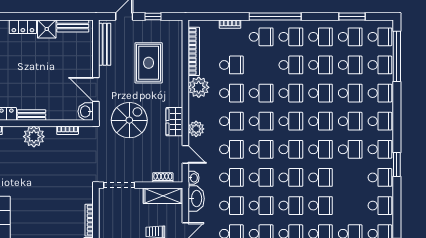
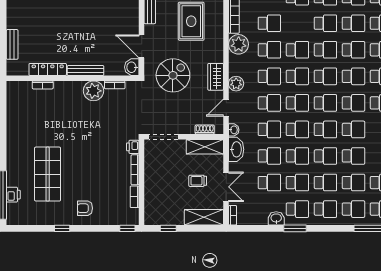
bench: (31, 115) -> (86, 71), width x1.36
plant: (34, 137) -> (93, 91), moved
door: (185, 154) -> (226, 108), swing flipped
printer: (87, 196) -> (133, 147), added

